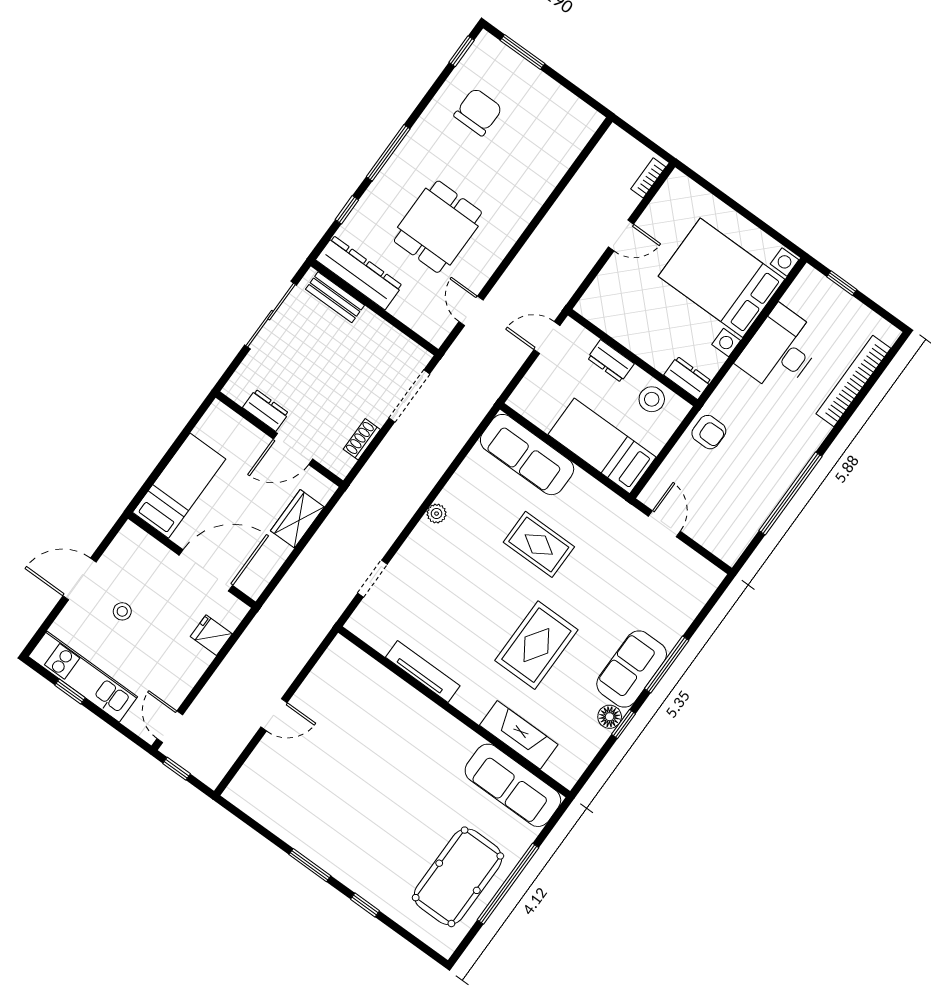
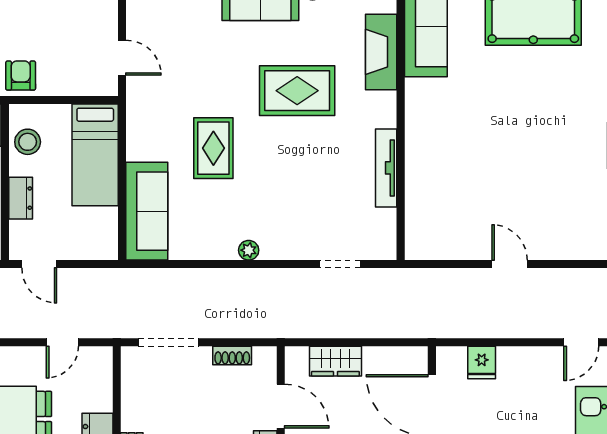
door: (664, 524) -> (122, 58), swing flipped

